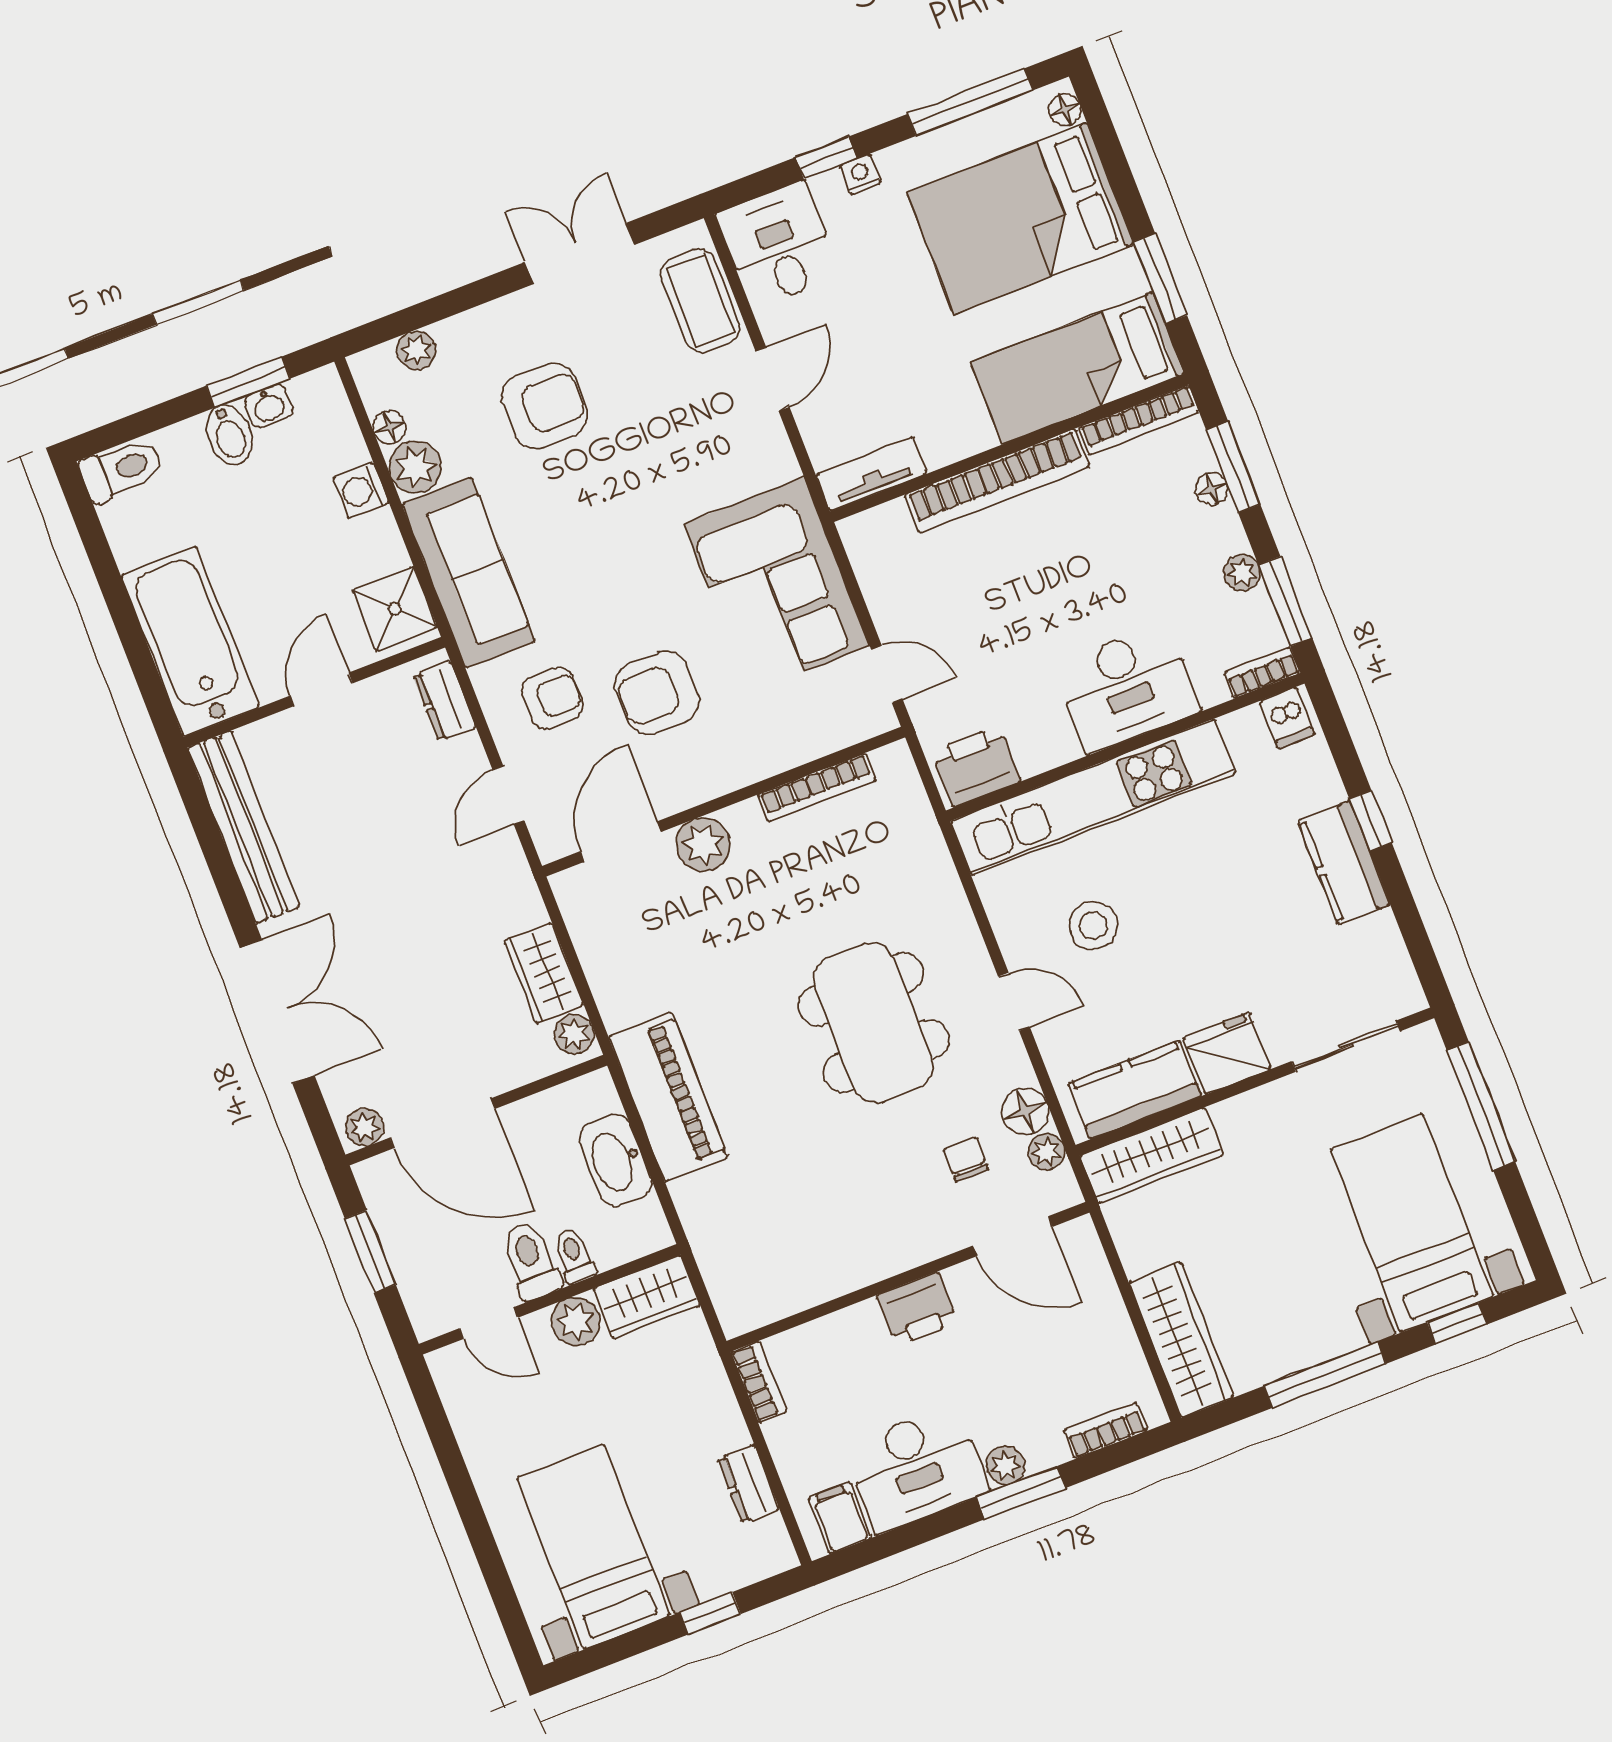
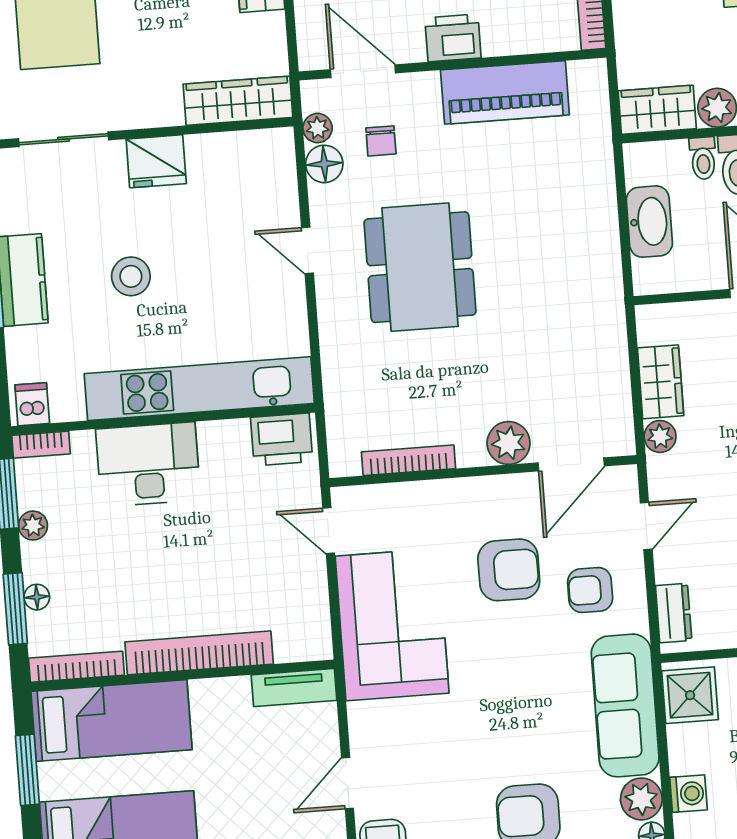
stool: (1093, 925) -> (131, 276), moved
plant: (574, 1034) -> (660, 436), moved
kitchen counter: (1135, 1090) -> (235, 155), removed
piano: (668, 1097) -> (505, 92), moved, turned -90

